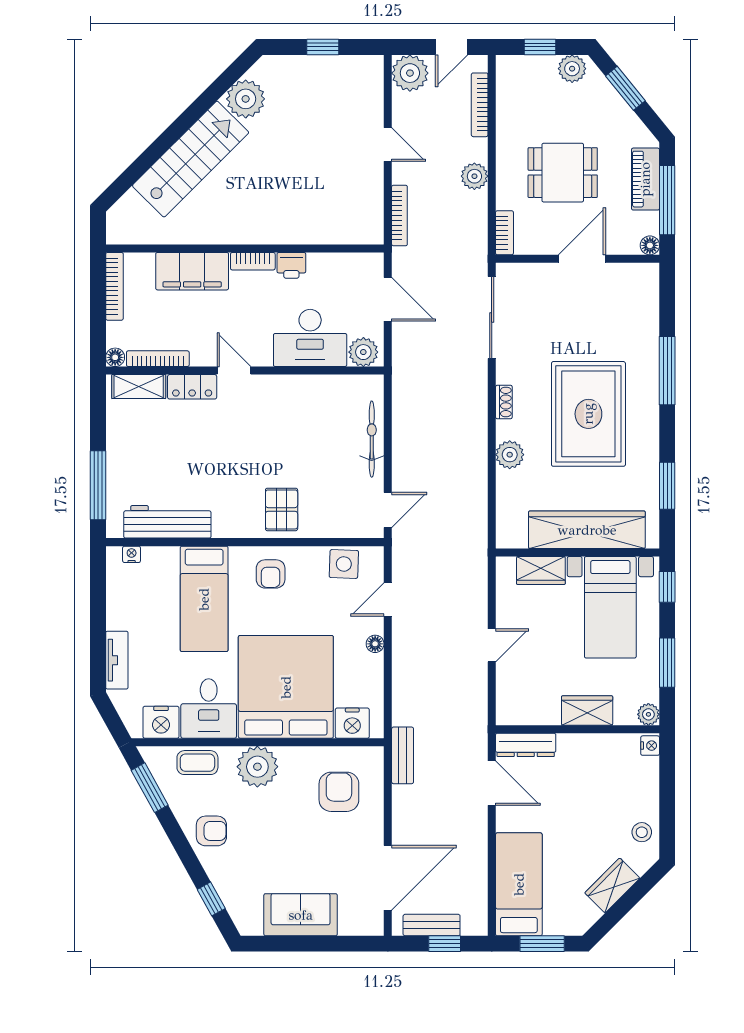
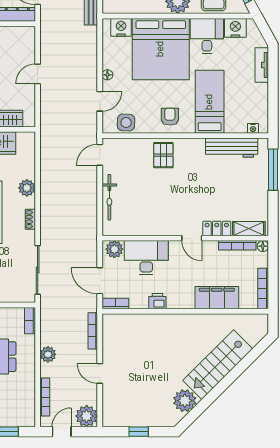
bookcase: (253, 261) -> (115, 304), moved

